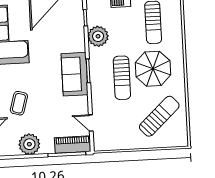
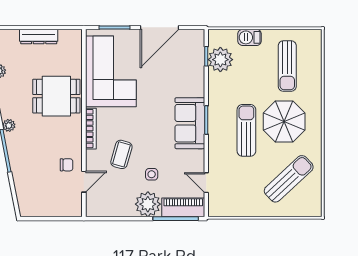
plant: (98, 36) -> (220, 60), moved
sun lounger: (122, 78) -> (246, 130), turned 180
side table: (45, 118) -> (152, 174), added
plant: (29, 144) -> (148, 204), moved

